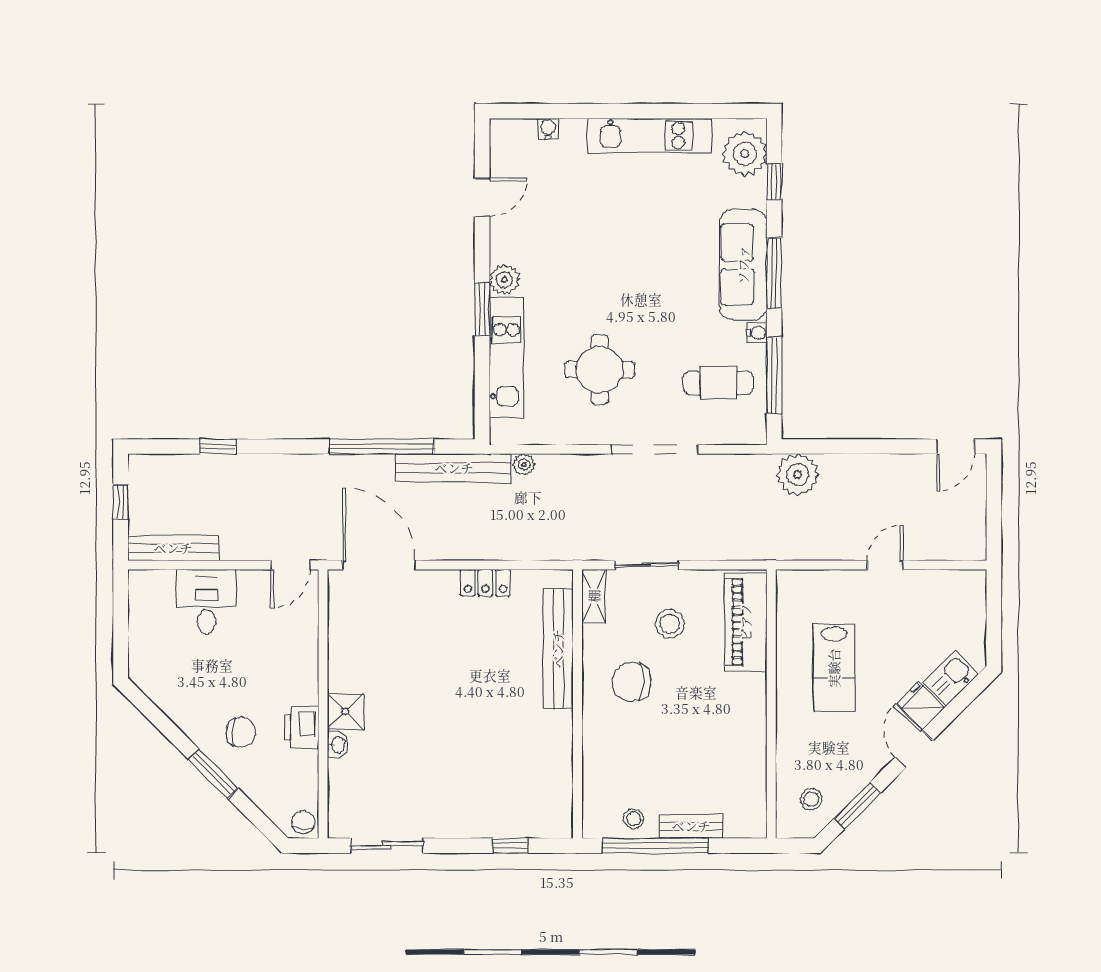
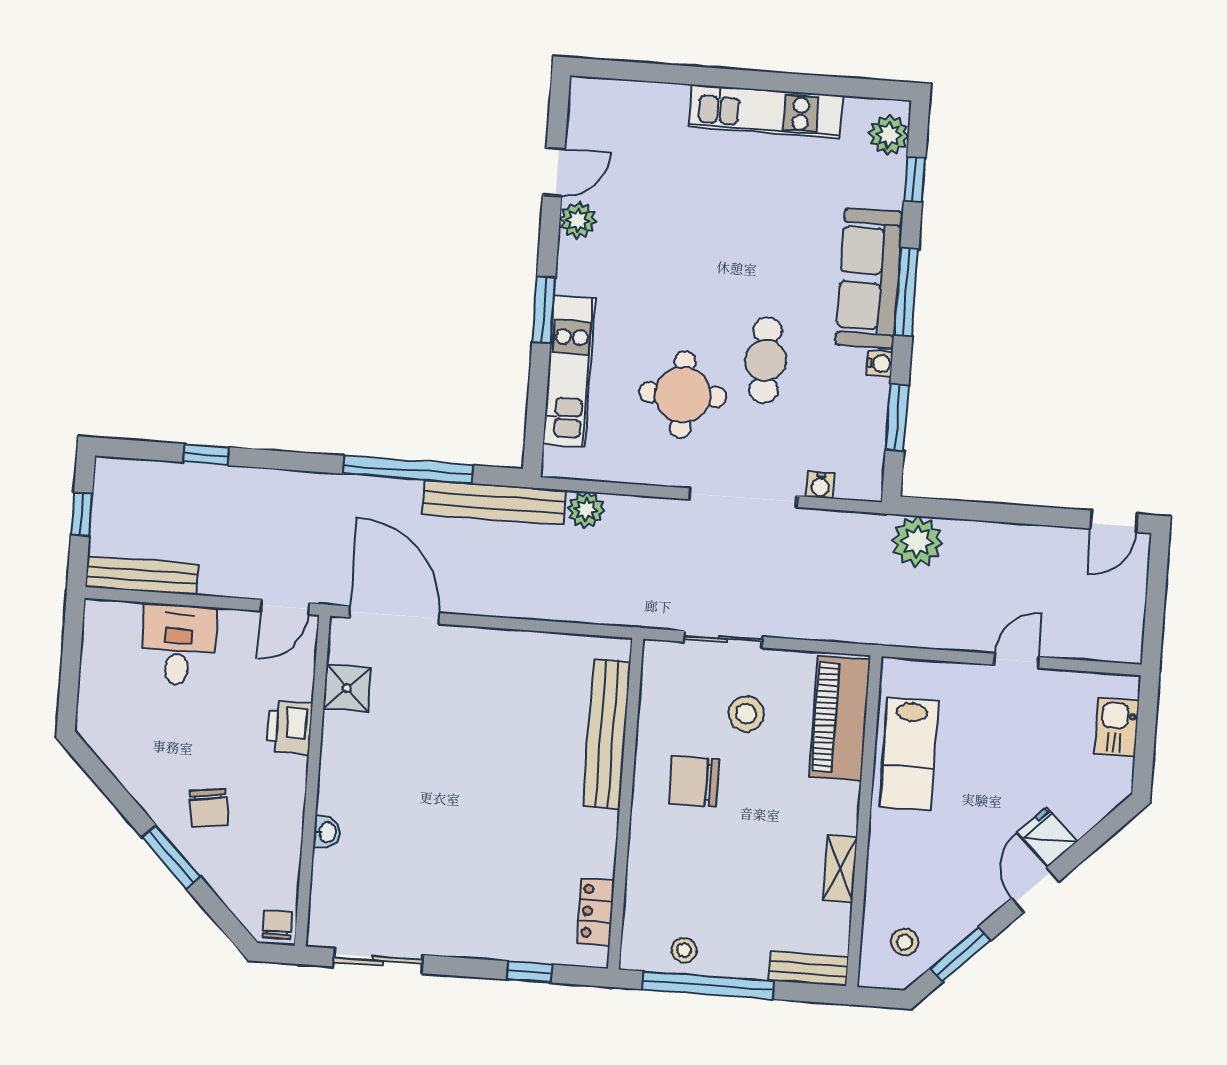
water cooler: (548, 129) -> (820, 485), moved, turned 180
plant: (745, 154) -> (889, 135), width x0.73, depth x0.73
plant: (504, 280) -> (578, 220), moved
window: (774, 375) -> (897, 417), width x0.69
cafe table: (718, 383) -> (766, 360), moved, turned 90
plant: (524, 464) -> (586, 510), width x1.38, depth x1.38
locker: (485, 583) -> (596, 911), moved, turned 90
shelving: (594, 596) -> (840, 868), moved
lab bench: (834, 668) -> (909, 754), moved
kitchen sink: (951, 678) -> (1117, 727), moved, turned -45
shower: (345, 711) -> (347, 688), moved
printer: (301, 727) -> (290, 727), moved
chair: (241, 732) -> (209, 808), turned 82
bench: (691, 826) -> (809, 969), moved

